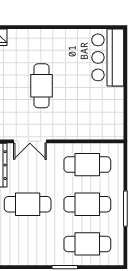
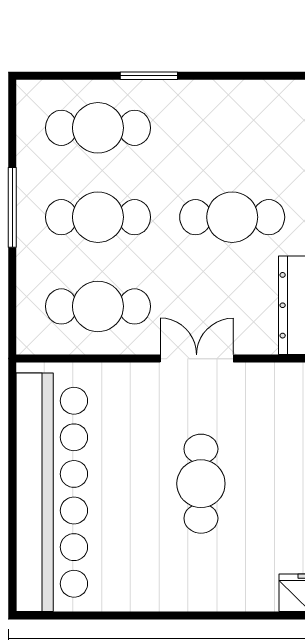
bar counter: (108, 57) -> (52, 492), width x1.86
double door: (30, 141) -> (197, 359), moved

